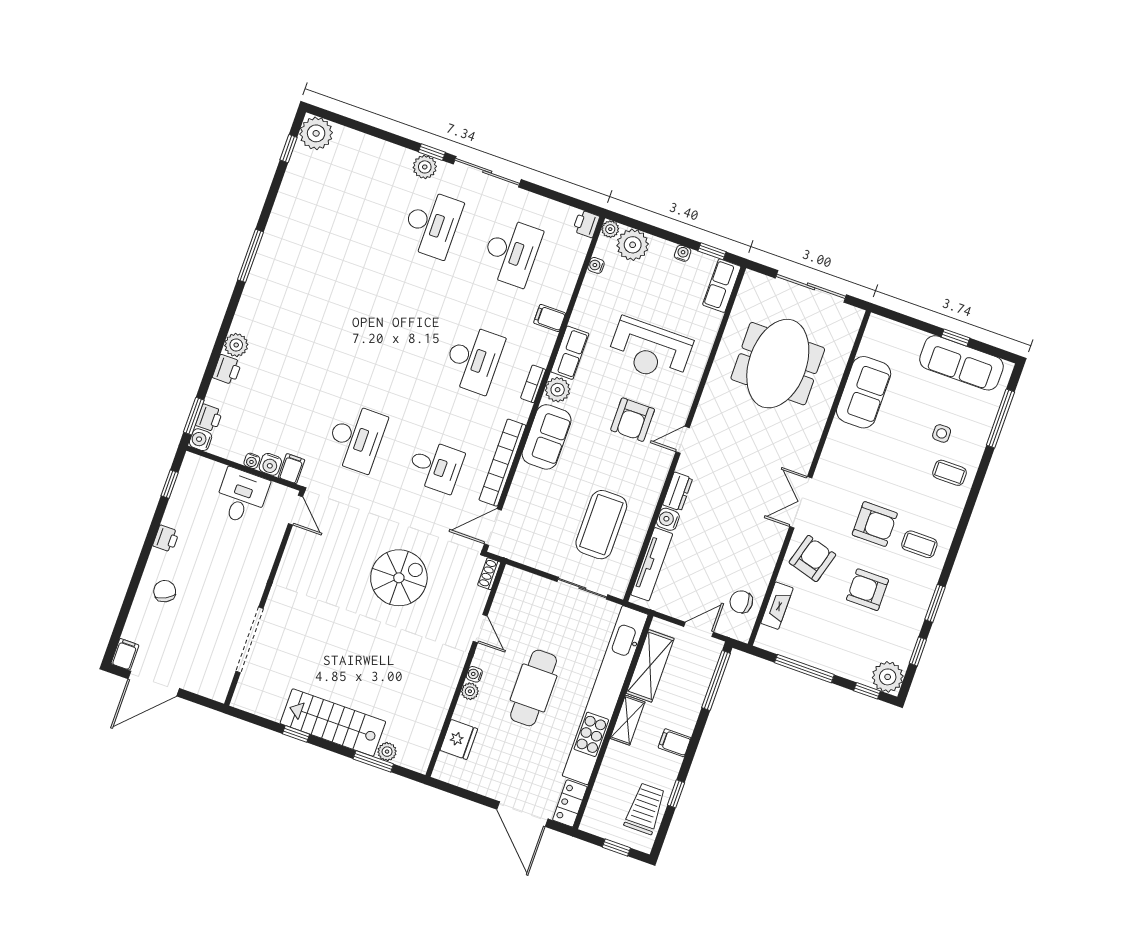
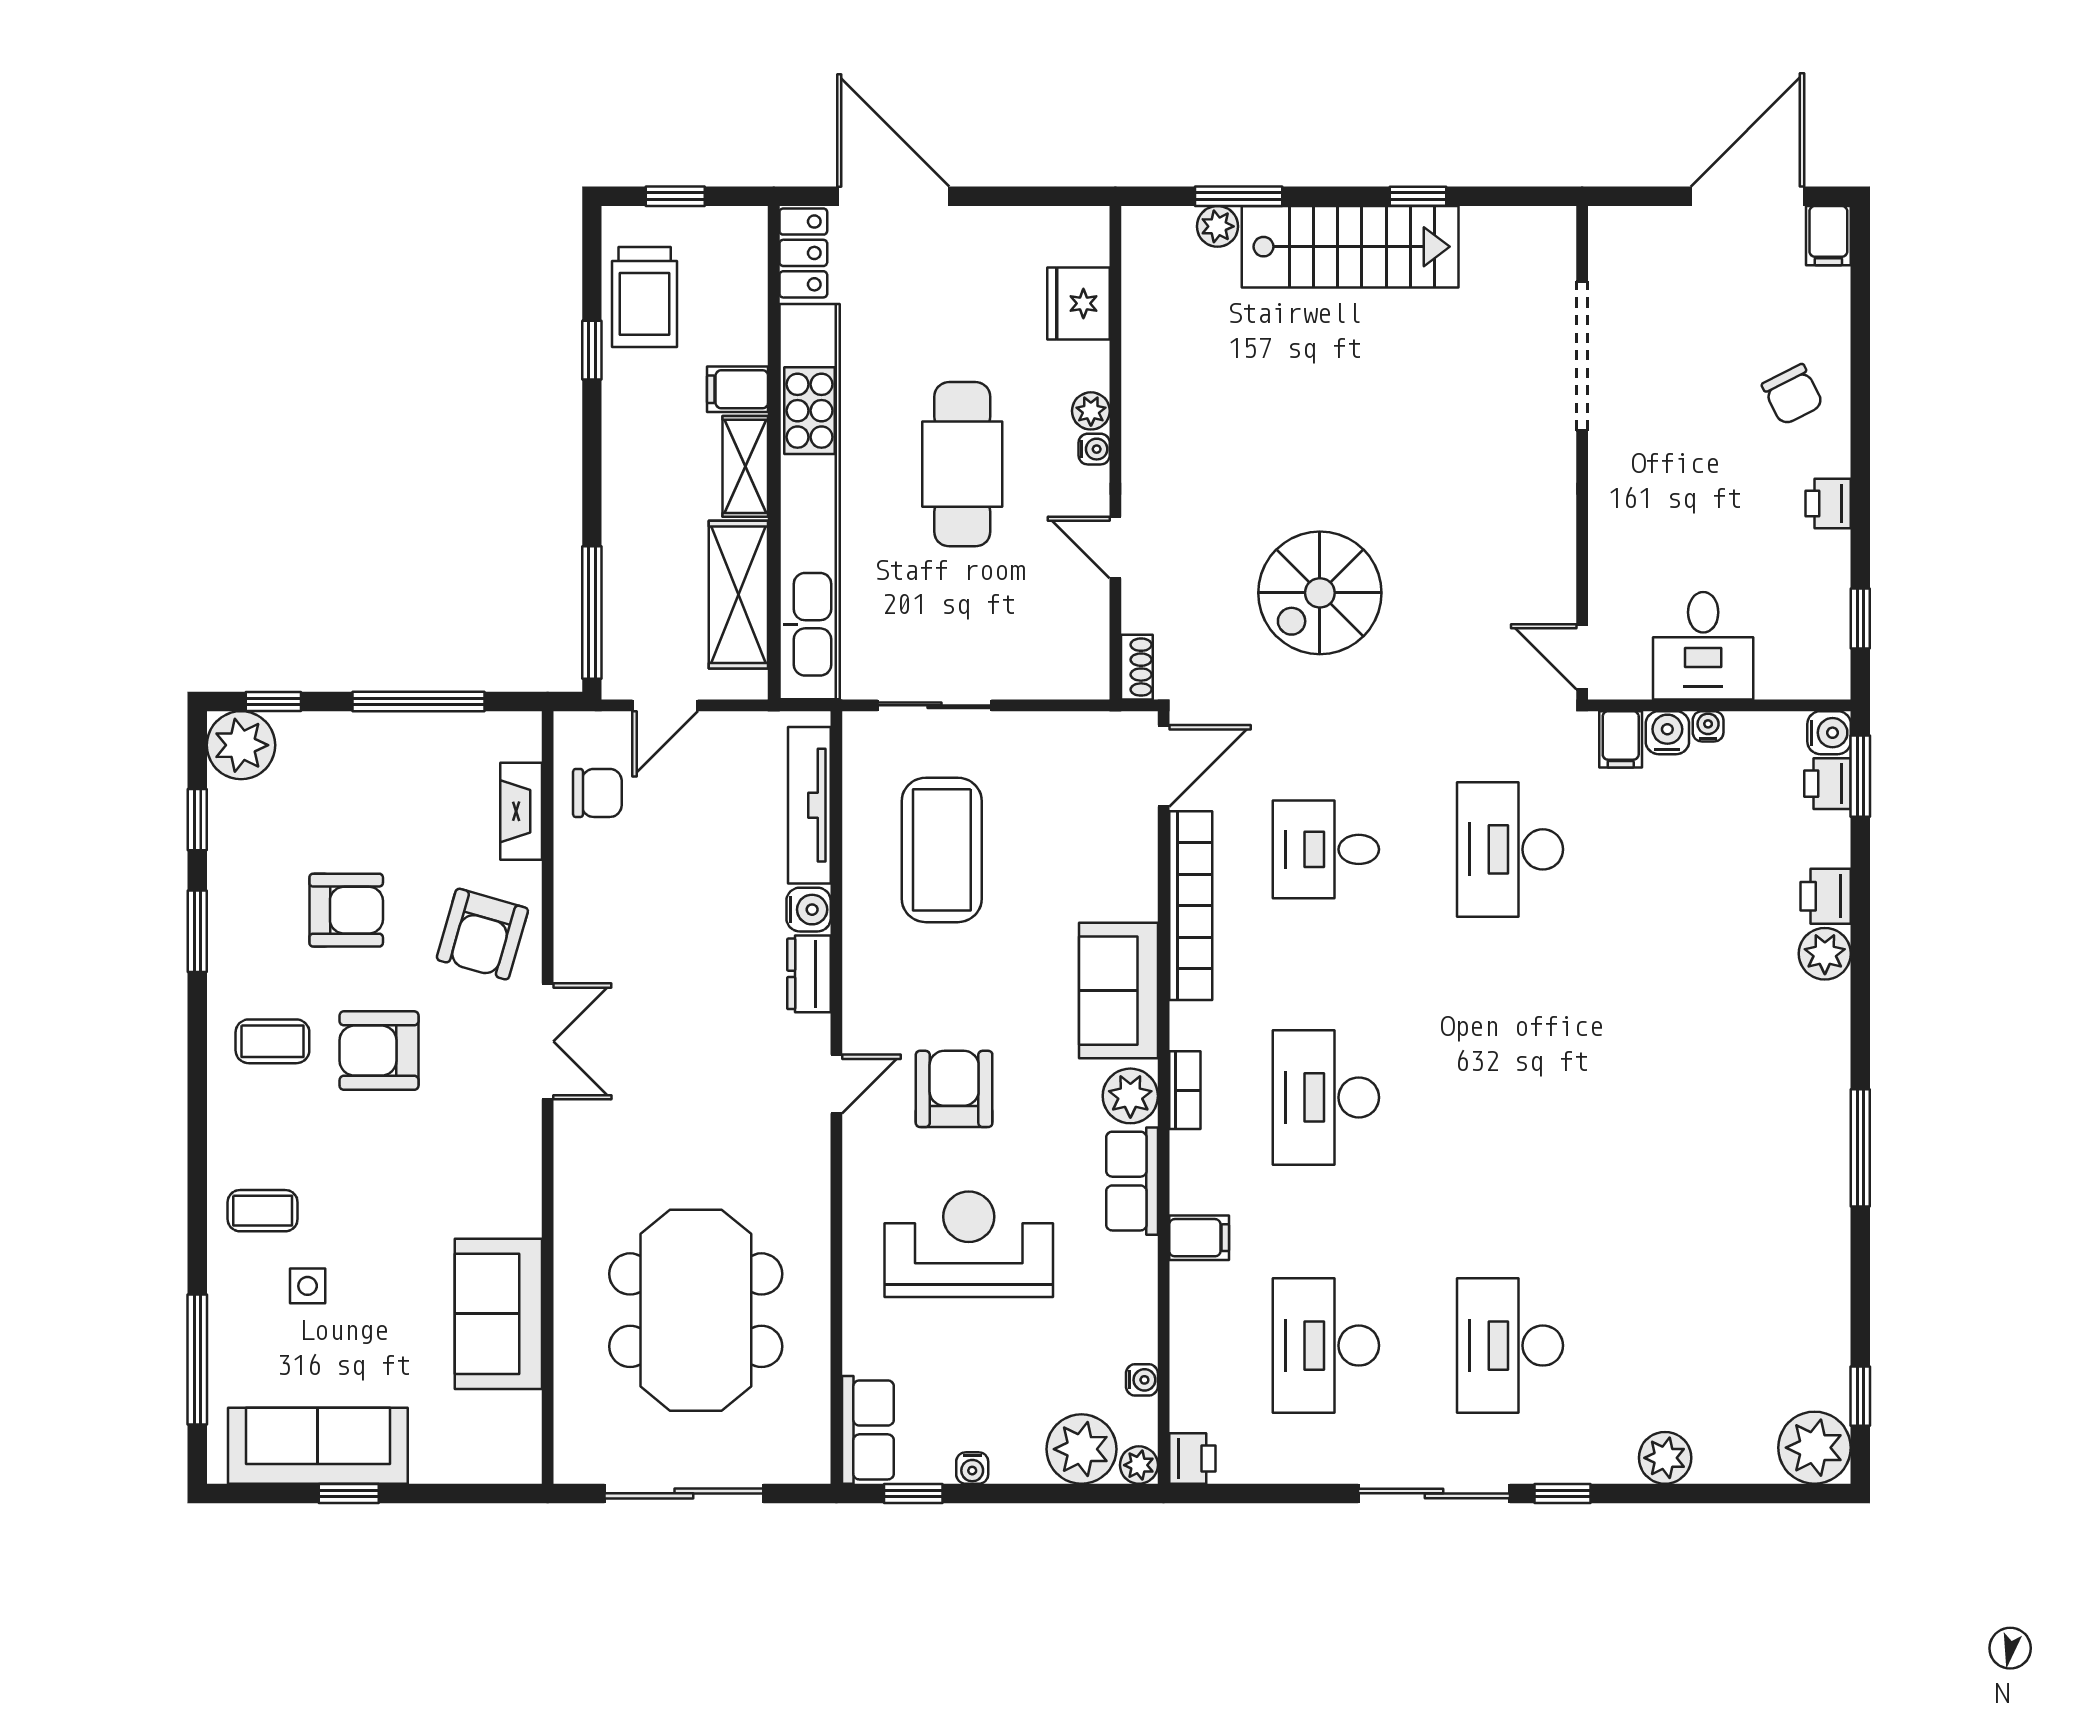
plant: (425, 167) -> (1665, 1458), moved
filing cabinet: (675, 743) -> (738, 389), moved, turned 180

